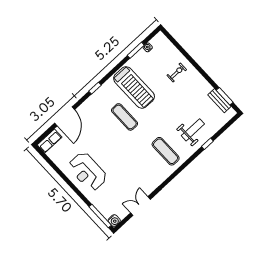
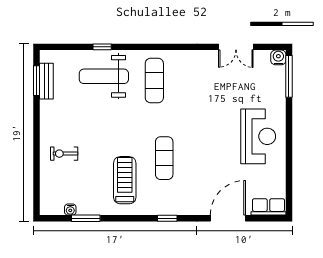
treadmill: (134, 87) -> (125, 180), width x0.73, depth x0.73
weight bench: (193, 130) -> (104, 76), width x1.36, depth x1.33

